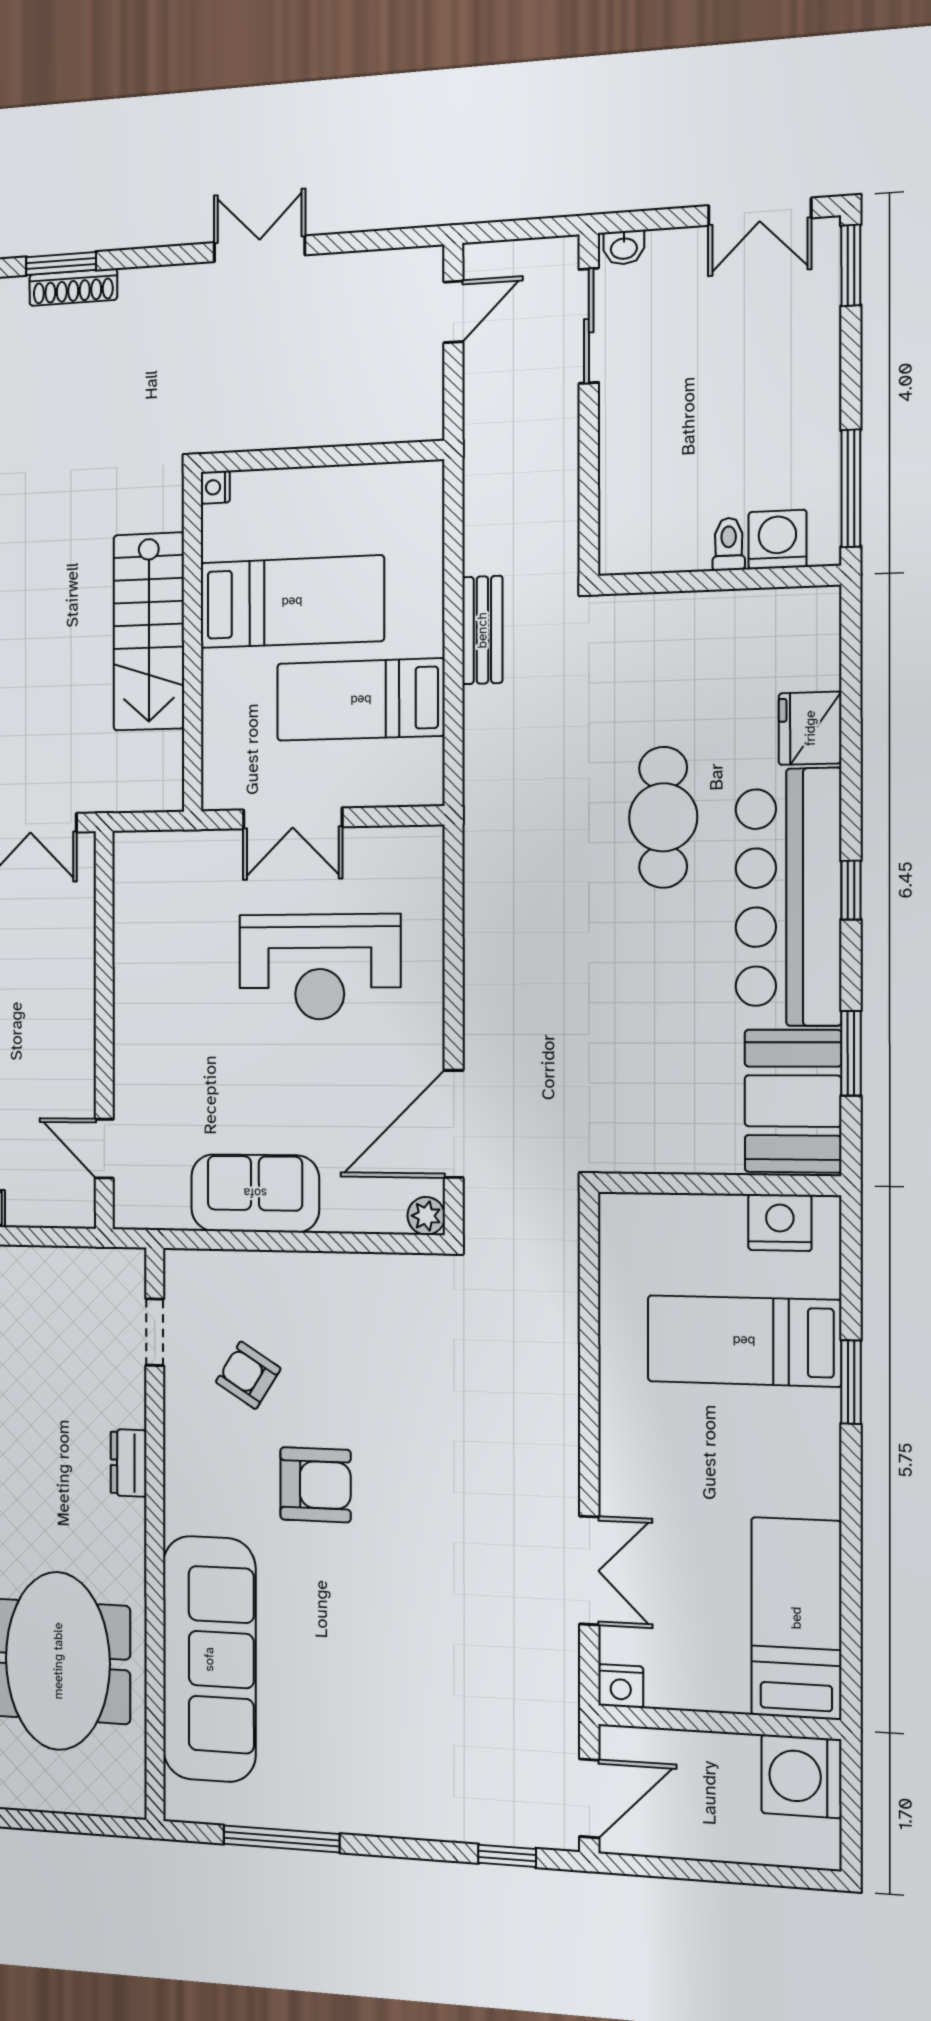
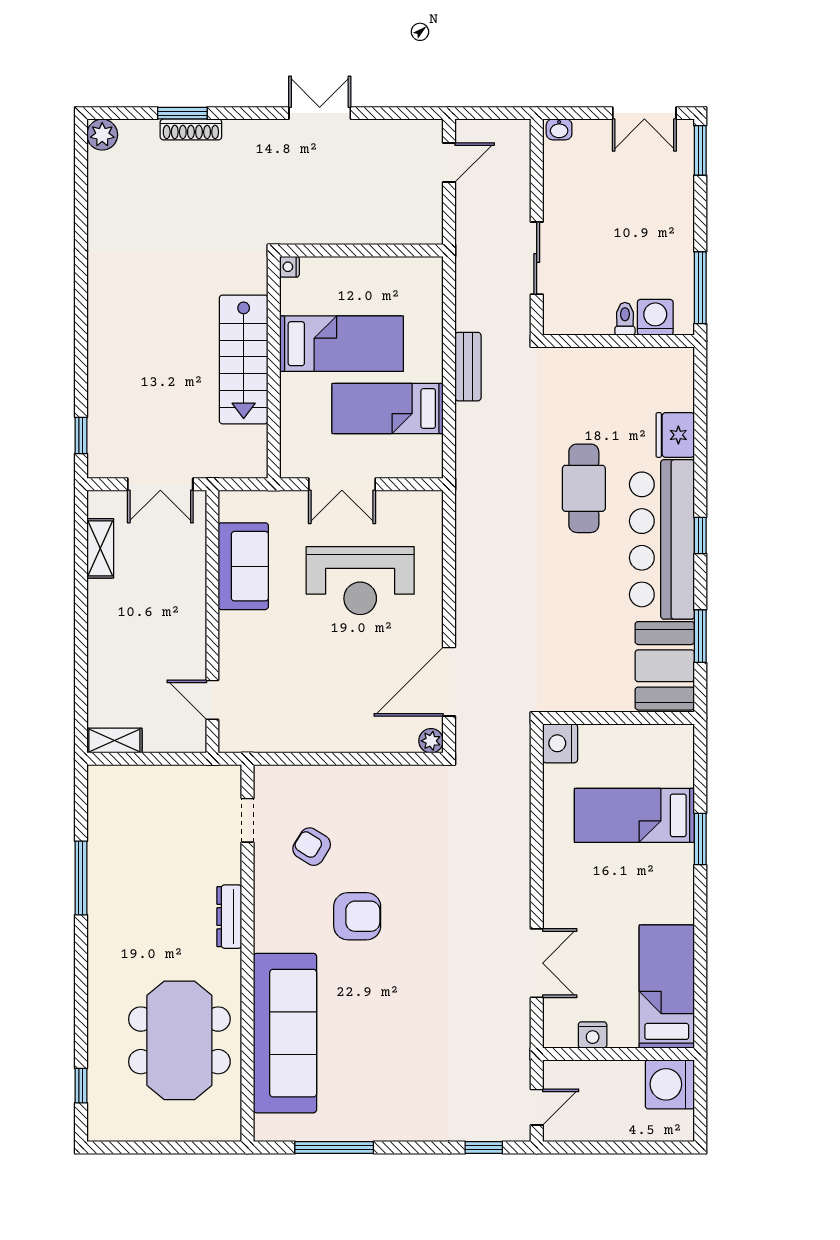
sliding door: (589, 326) -> (537, 258), moved
sofa: (255, 1193) -> (243, 566), moved, turned 90
nightstand: (780, 1222) -> (560, 743), moved, turned -90
dresser: (129, 1463) -> (229, 917), width x1.44
nightstand: (621, 1686) -> (593, 1035), moved
door: (589, 1798) -> (537, 1107), width x0.73

